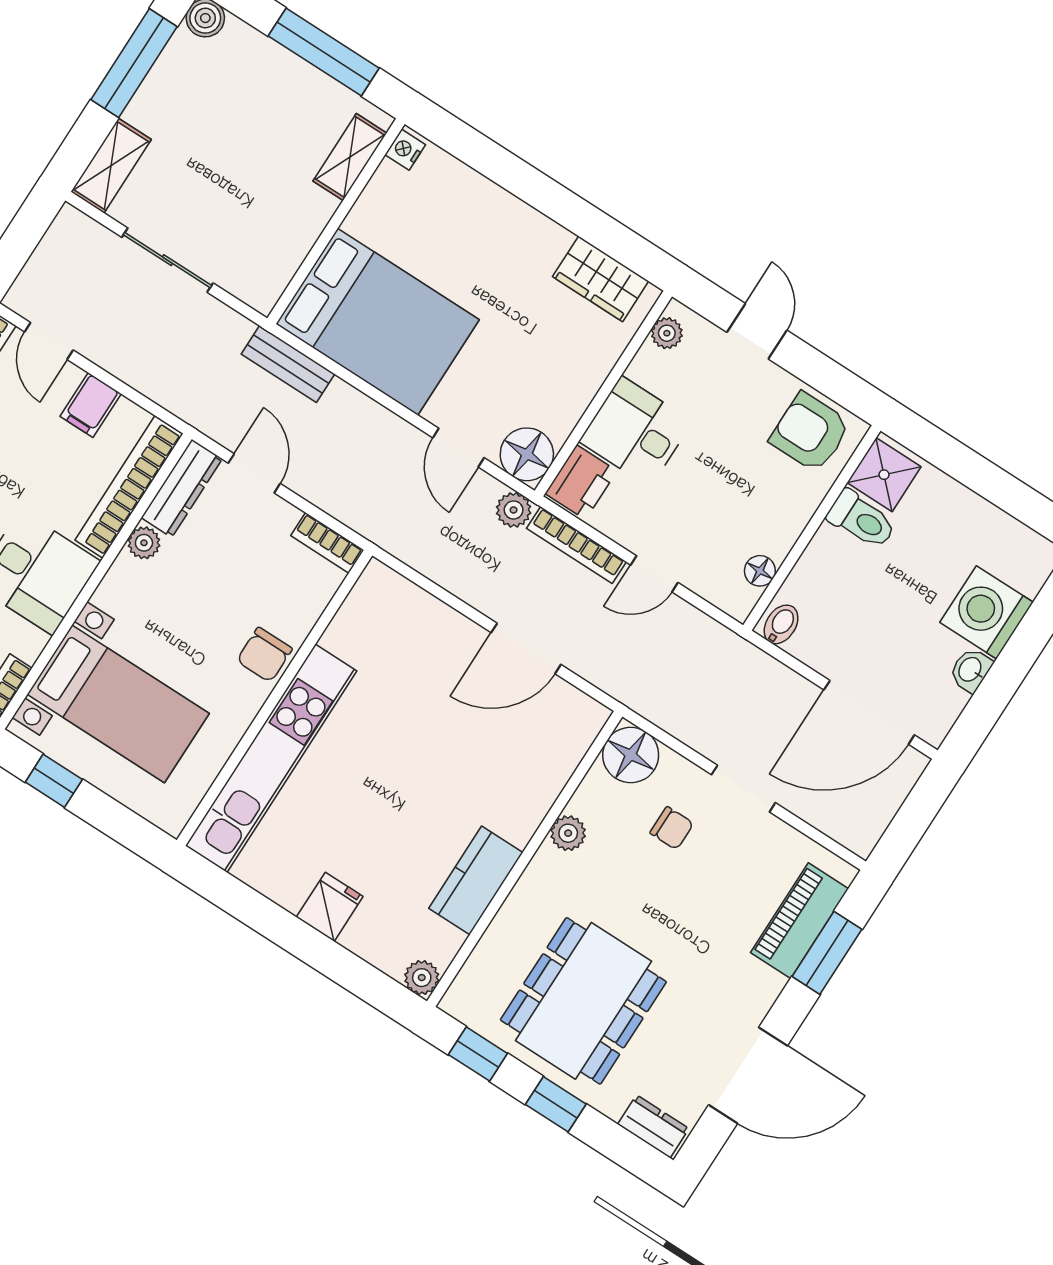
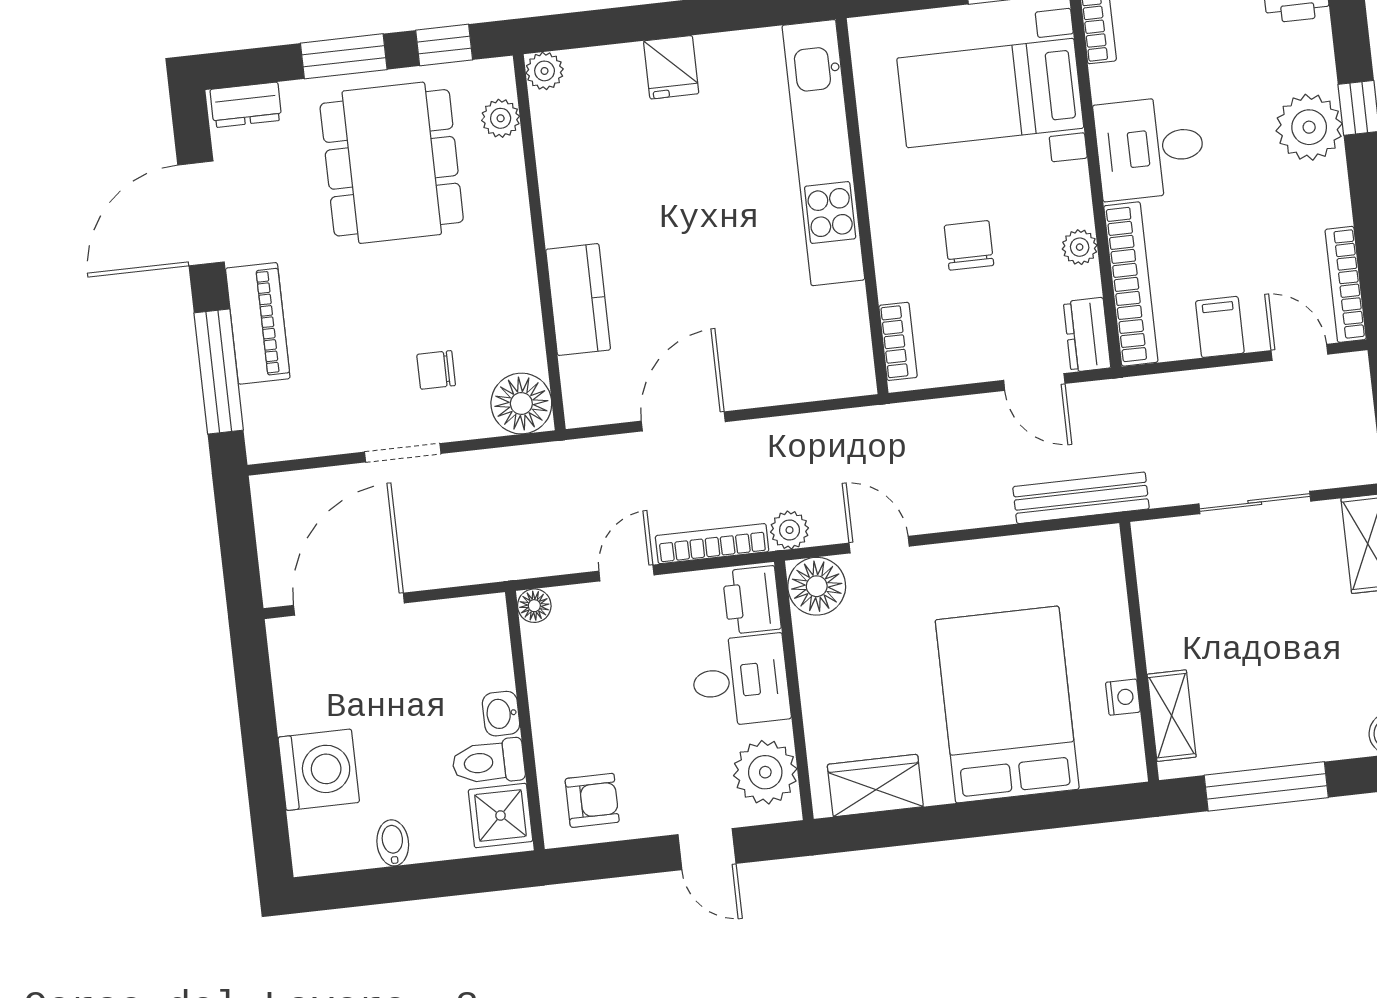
nightstand: (405, 150) -> (1123, 697), moved
bed: (378, 322) -> (1007, 704), moved, turned 90
plant: (667, 333) -> (765, 772), width x1.88, depth x1.88
bench: (288, 364) -> (1081, 498), width x1.36
armchair: (810, 432) -> (592, 800), width x0.72, depth x0.72
dresser: (182, 488) -> (1087, 335), width x0.70
bookcase: (327, 543) -> (898, 341), moved, turned 90
floor lamp: (760, 571) -> (534, 606), moved
bidet: (781, 624) -> (393, 843), moved, turned 180
chair: (264, 655) -> (969, 245), moved
washbasin: (971, 670) -> (501, 714), moved, turned 180
plant: (568, 833) -> (501, 118), moved
kitchen counter: (476, 880) -> (578, 300), moved
piano: (800, 921) -> (258, 323), moved
window: (827, 953) -> (219, 371), width x1.44
window: (556, 1104) -> (344, 56), width x1.50

